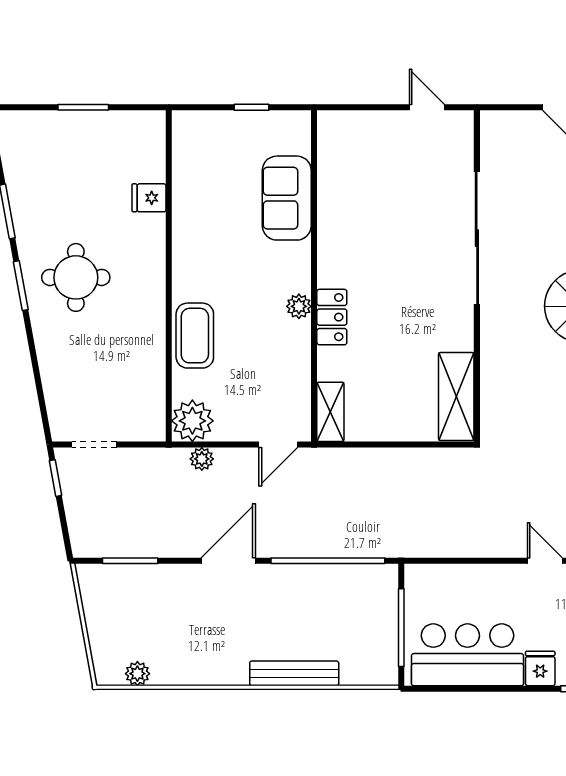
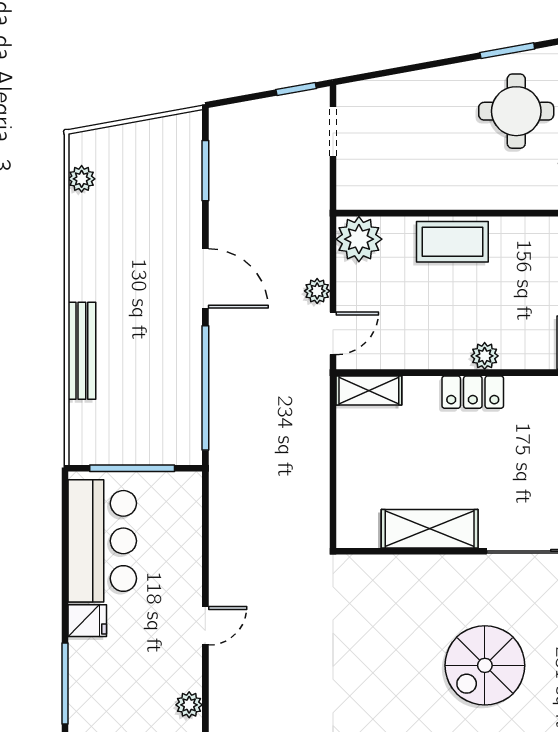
shelving: (456, 397) -> (430, 529), moved
door: (278, 444) -> (333, 333), swing flipped
plant: (202, 459) -> (317, 291), moved

